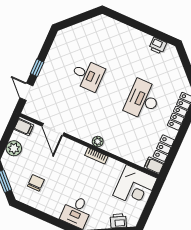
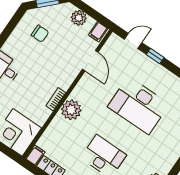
desk: (88, 75) -> (138, 105), width x1.87, depth x1.30
door: (53, 130) -> (90, 61), swing flipped
plant: (98, 141) -> (71, 110), width x1.88, depth x1.88

